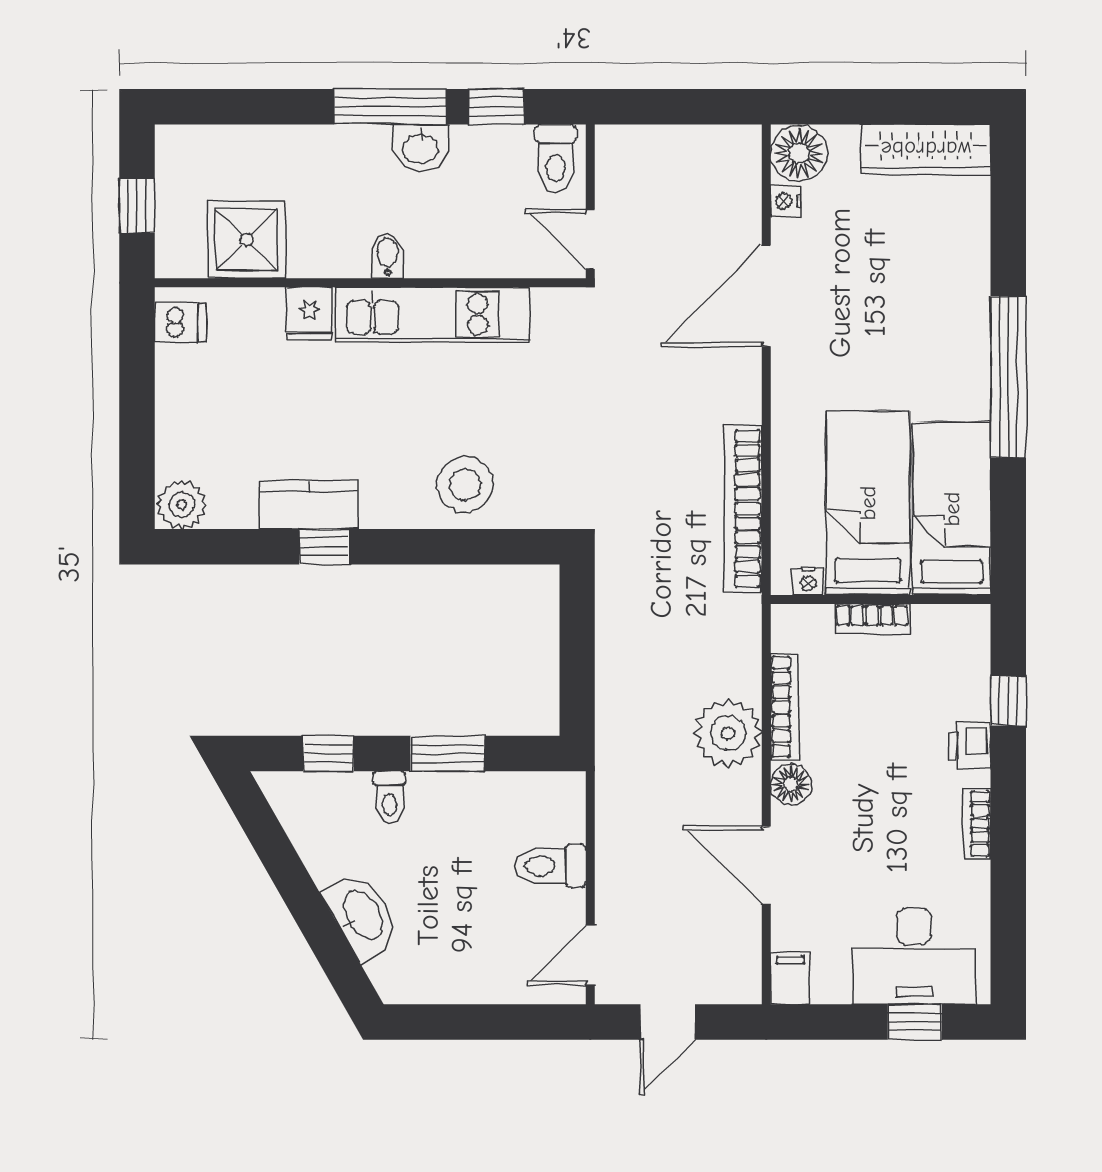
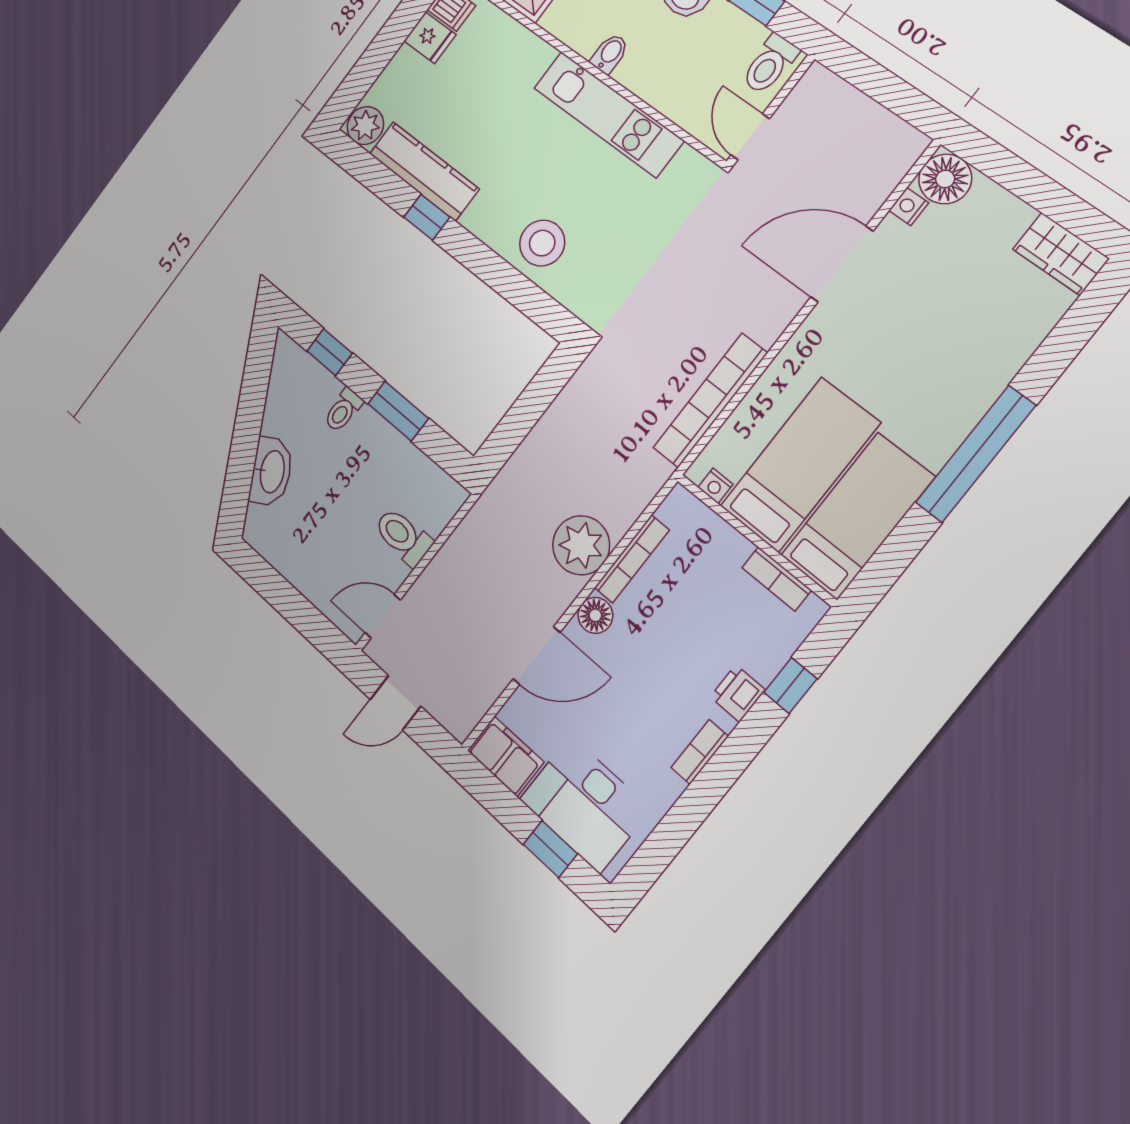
wardrobe: (926, 149) -> (1061, 254), width x0.67
fridge: (310, 314) -> (430, 38), moved, turned -90
kitchen counter: (309, 504) -> (424, 171), width x1.50
bookcase: (872, 619) -> (777, 579), moved
door: (766, 866) -> (537, 656), swing flipped
filing cabinet: (790, 978) -> (506, 756), width x2.00

